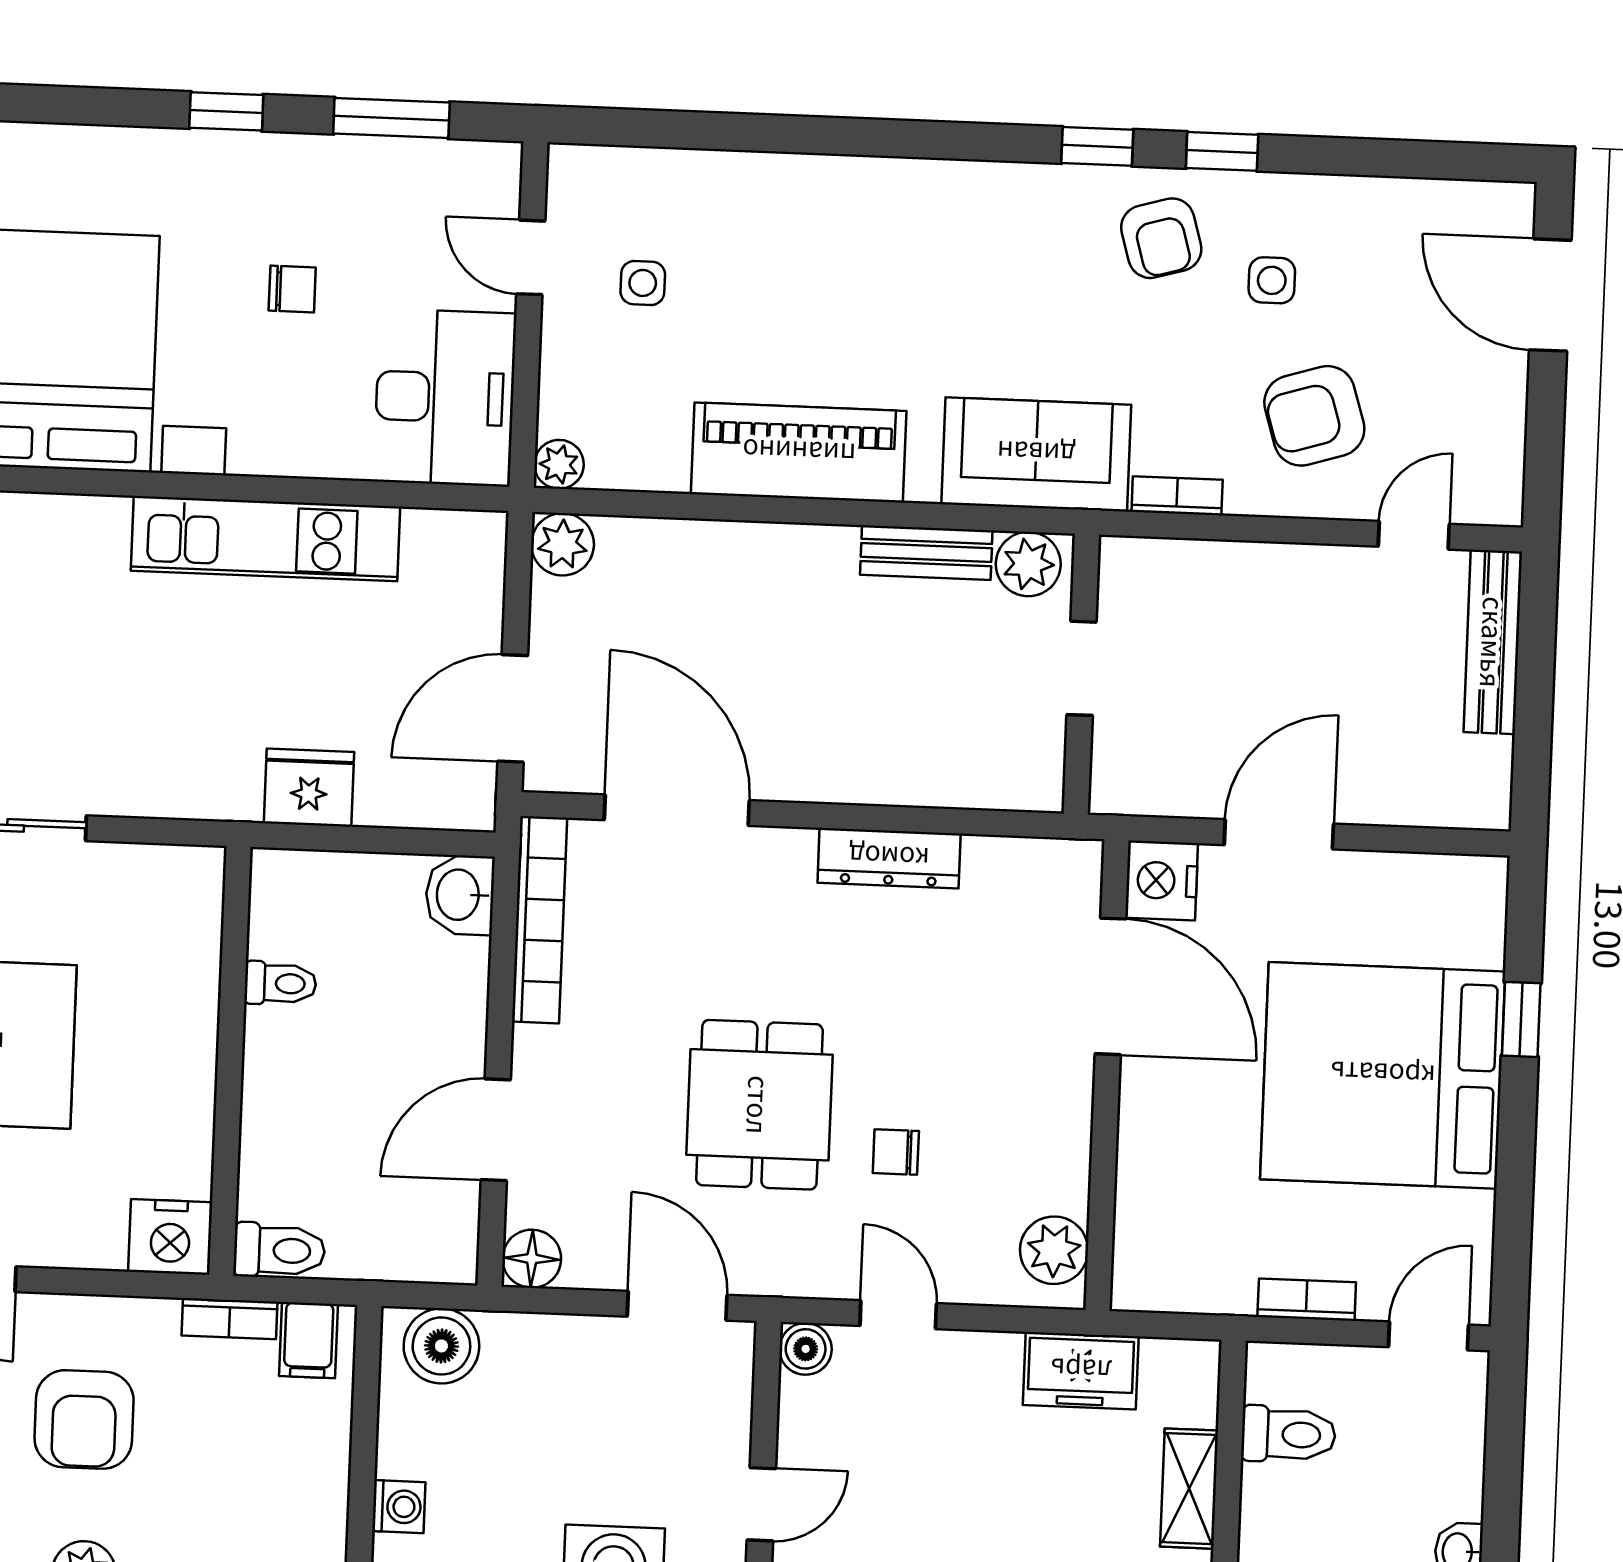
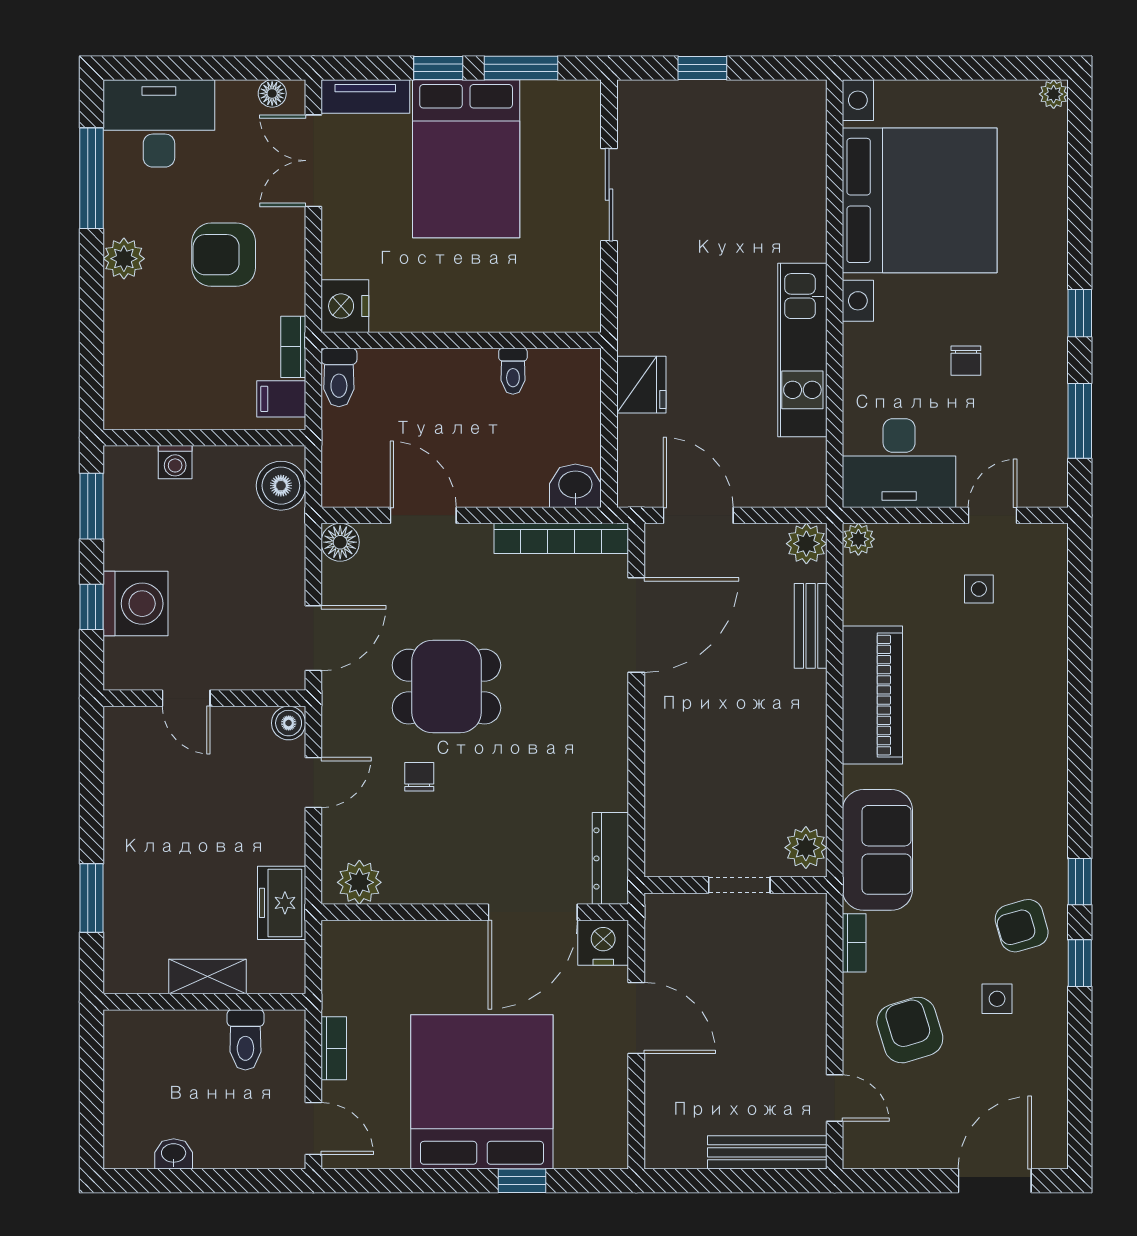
bench: (926, 553) -> (811, 626), moved
dresser: (889, 858) -> (610, 858), moved

